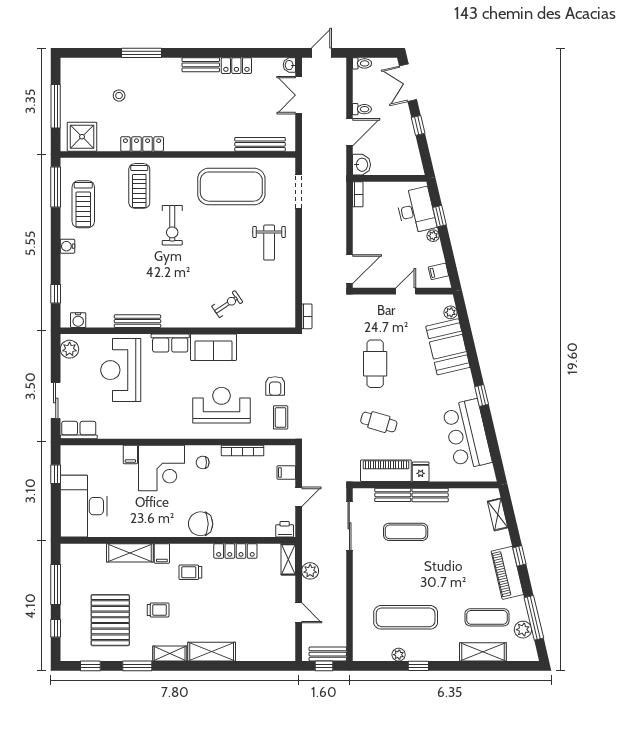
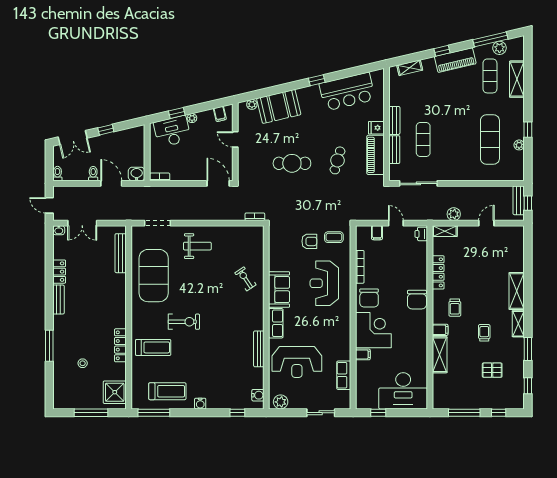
row of seats: (79, 430) -> (344, 375), moved
chair: (203, 462) -> (369, 298), width x1.87, depth x1.87
pallet: (110, 620) -> (492, 370), width x0.49, depth x0.50

